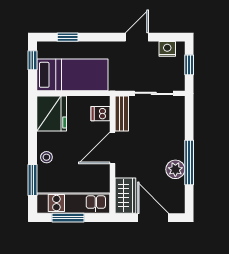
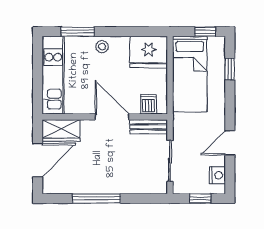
door: (137, 37) -> (230, 143), swing flipped
plant: (175, 169) -> (89, 184), removed
window: (68, 218) -> (38, 70), removed

